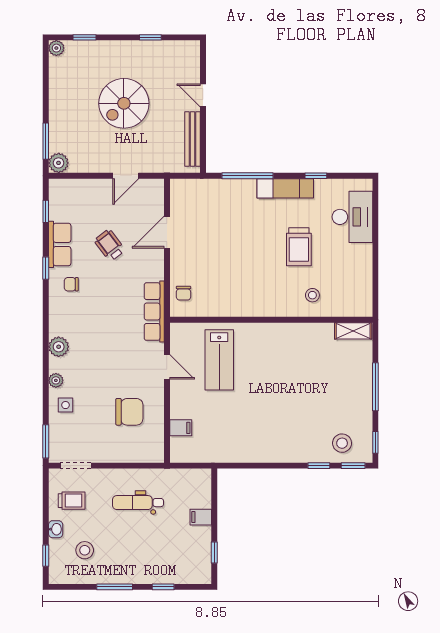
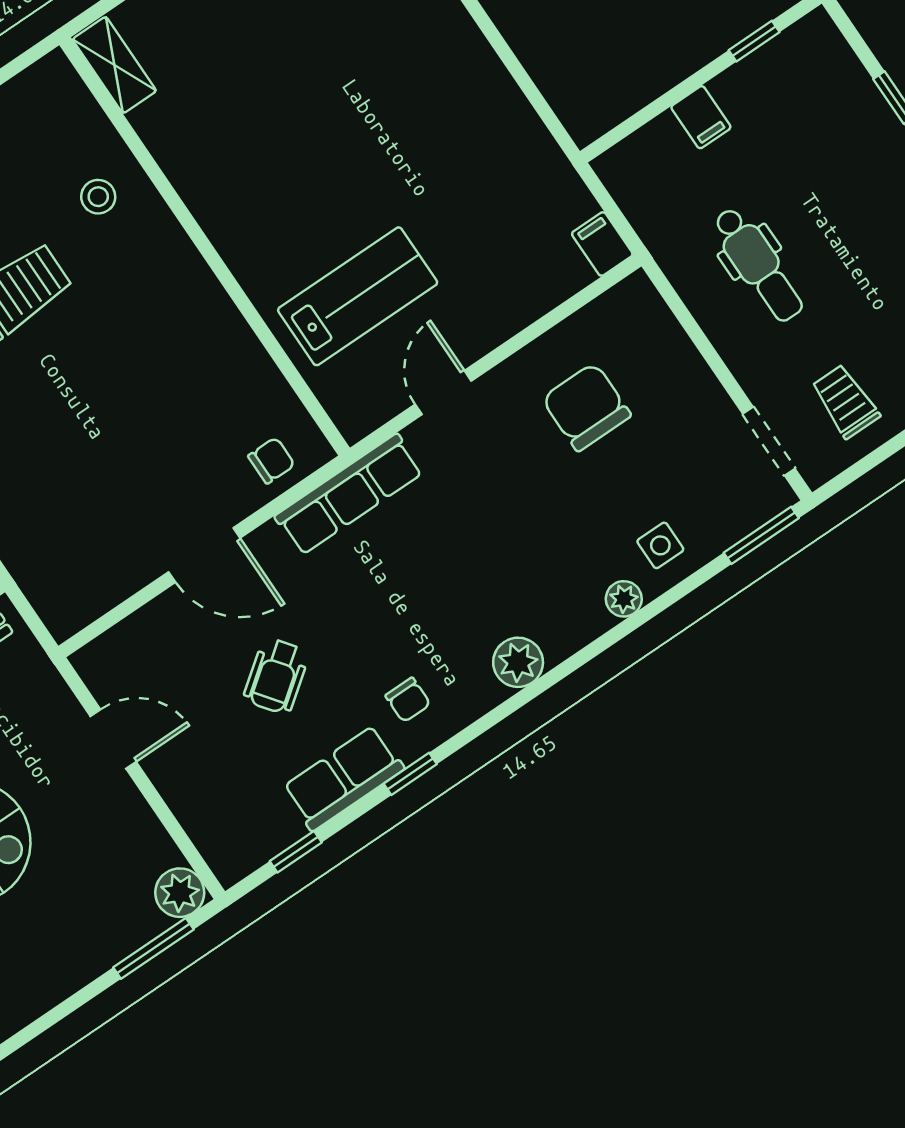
door: (167, 232) -> (204, 555), moved
plant: (59, 347) -> (518, 662), moved
filing cabinet: (181, 428) -> (602, 244), moved

